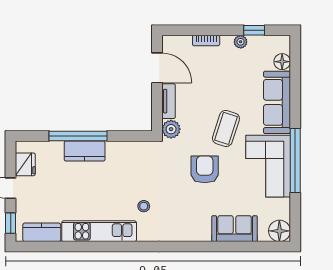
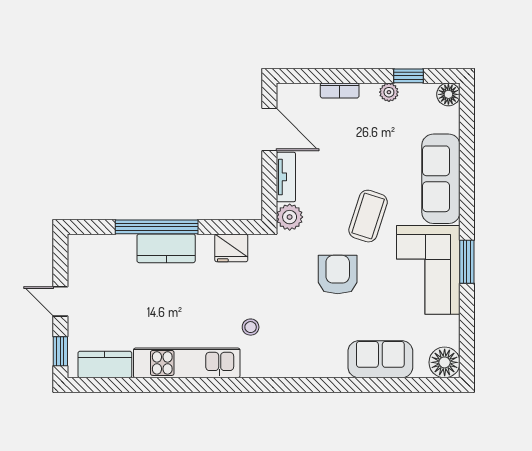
floor lamp: (282, 62) -> (448, 94), moved
window: (295, 160) -> (467, 262), width x0.47
fridge: (25, 164) -> (231, 248), moved, turned 90

